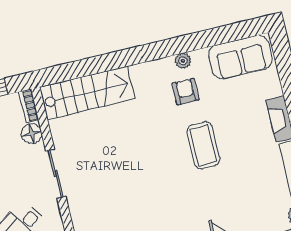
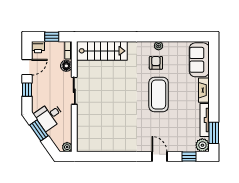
sofa: (240, 57) -> (199, 60), moved, turned 90
coffee table: (203, 145) -> (159, 95), width x1.36, depth x1.32

